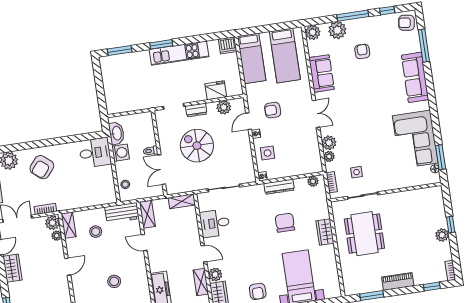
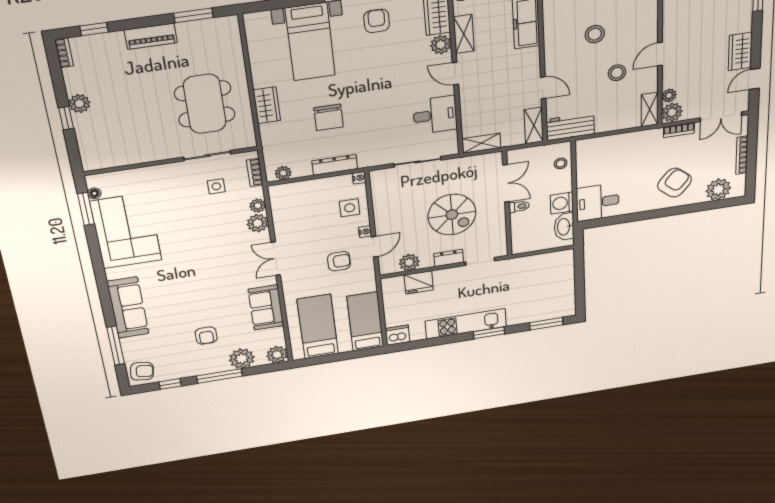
stool: (96, 232) -> (617, 73), moved

